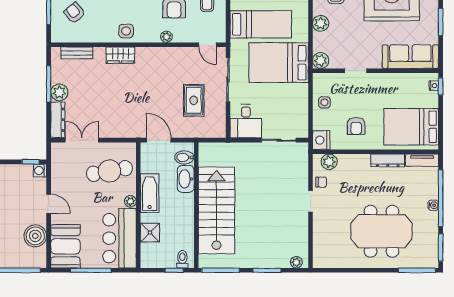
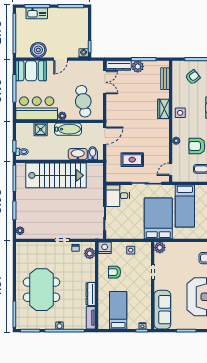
plant: (321, 23) -> (185, 247), removed
bed: (411, 127) -> (118, 310), width x0.67

